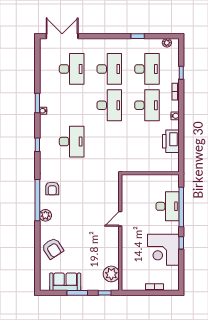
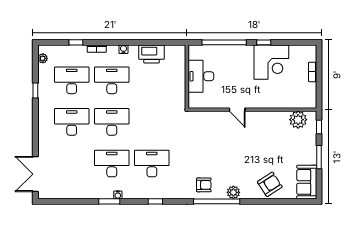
desk: (72, 69) -> (112, 163), moved
desk: (168, 206) -> (201, 76), moved, turned -90
sofa: (65, 282) -> (307, 182), moved

